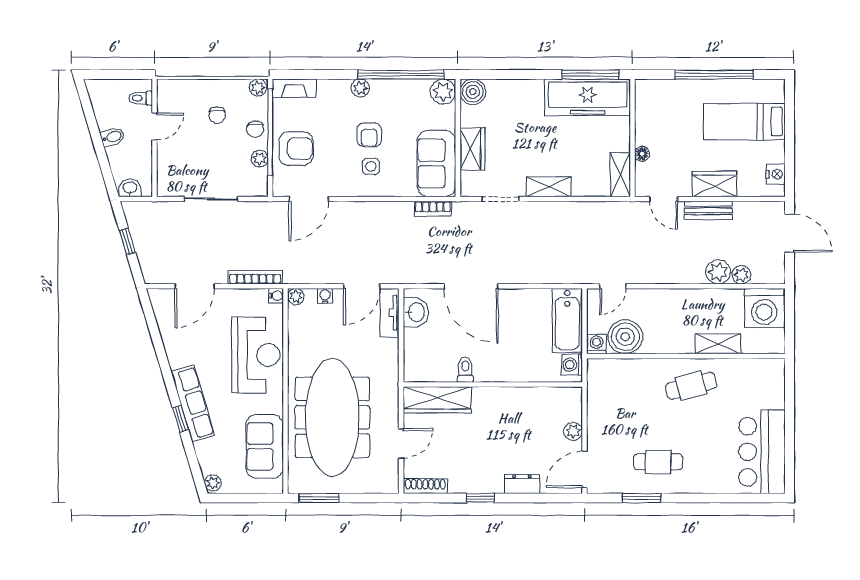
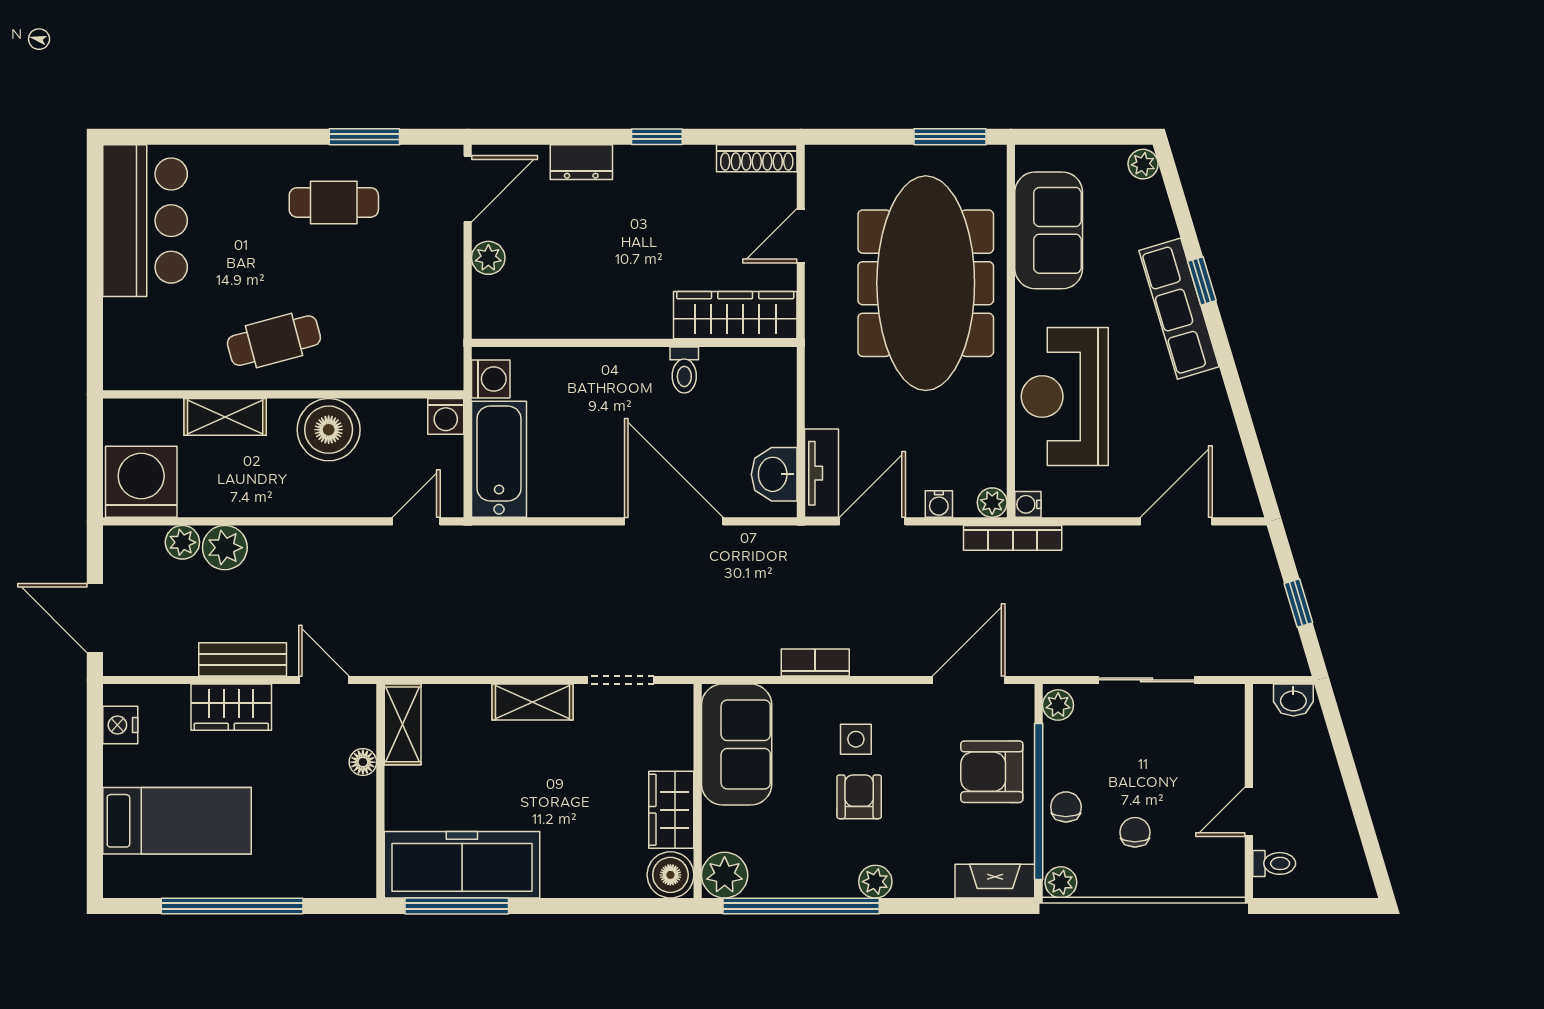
bidet: (112, 137) -> (1325, 793), removed
wardrobe: (472, 149) -> (671, 810), moved
plant: (260, 159) -> (1058, 705), moved
bookcase: (433, 209) -> (815, 662), moved
bookcase: (255, 277) -> (1013, 538), moved
boiler: (625, 337) -> (329, 430), moved

